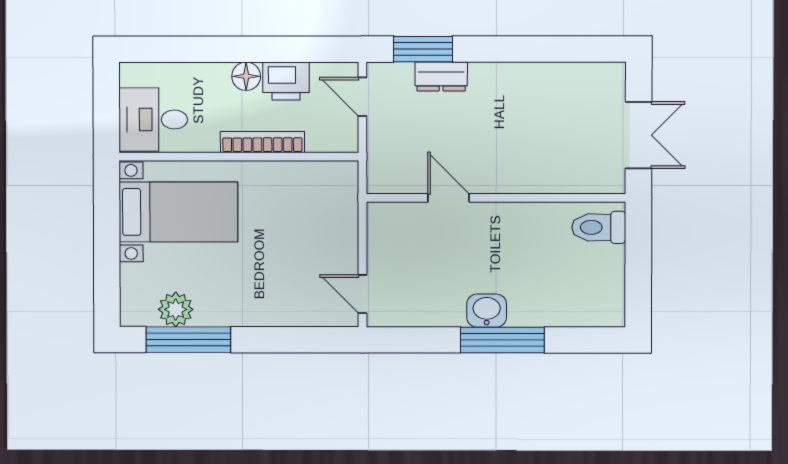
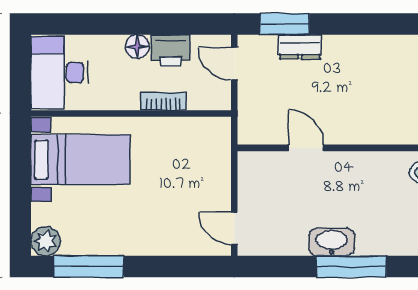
desk: (153, 120) -> (60, 73), width x1.37
bookcase: (262, 142) -> (164, 101), width x0.64
plant: (176, 309) -> (46, 241), moved
washbasin: (487, 311) -> (332, 242), width x1.38

